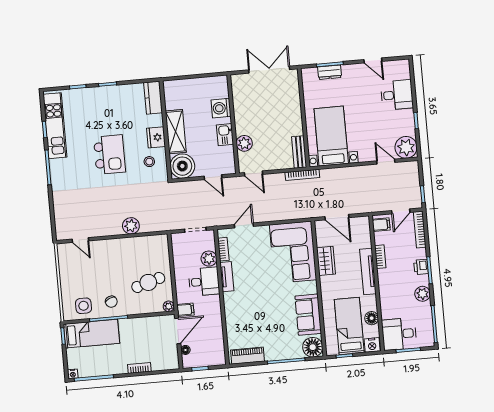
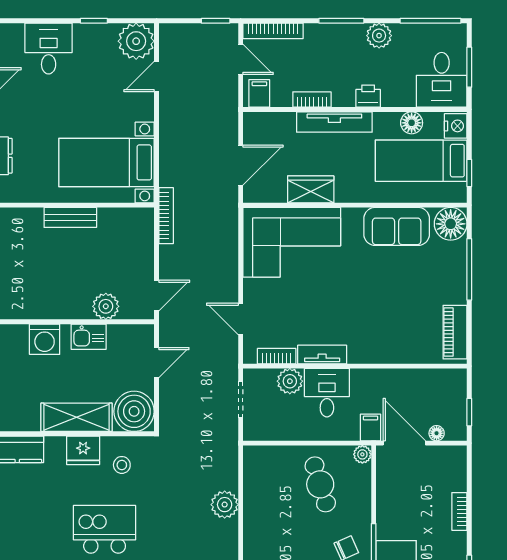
bench: (299, 152) -> (70, 217), moved
printer: (421, 267) -> (368, 96), moved, turned 180

